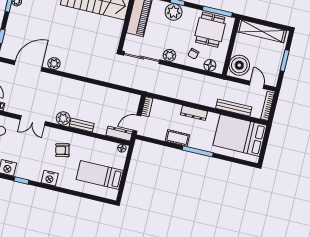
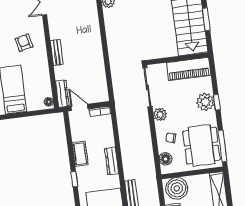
dining table: (210, 30) -> (201, 146), width x1.38
plant: (63, 118) -> (56, 31), removed
window: (198, 151) -> (74, 179), width x0.46

